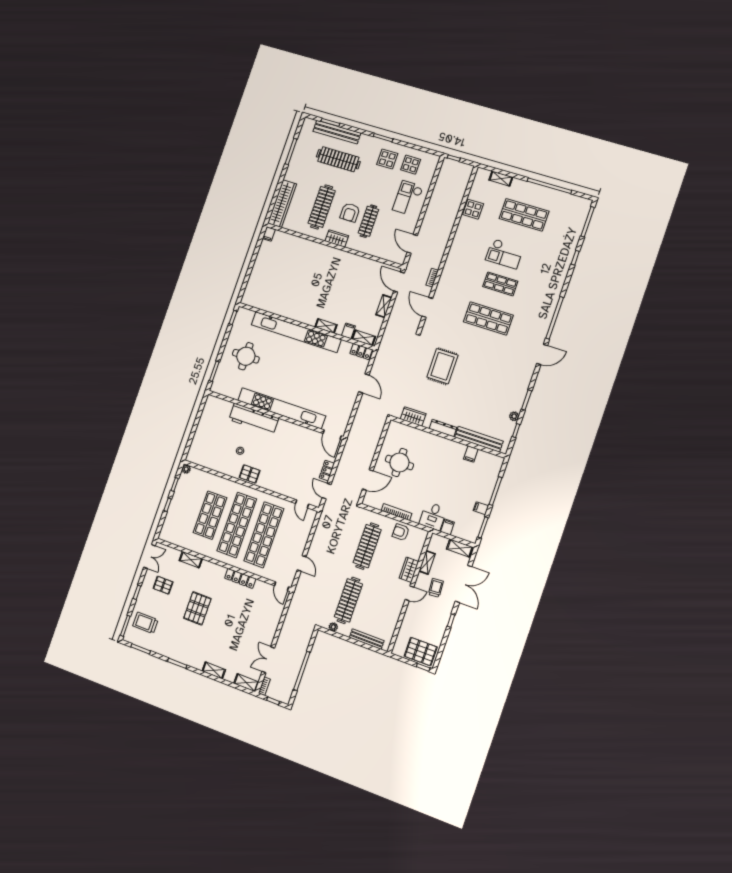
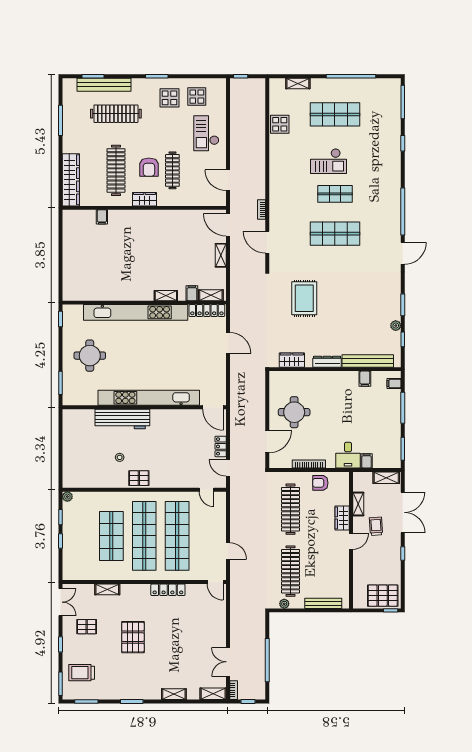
filing cabinet: (269, 234) -> (102, 217), moved
locker: (361, 352) -> (207, 311), width x1.53
filing cabinet: (481, 508) -> (394, 384), moved

